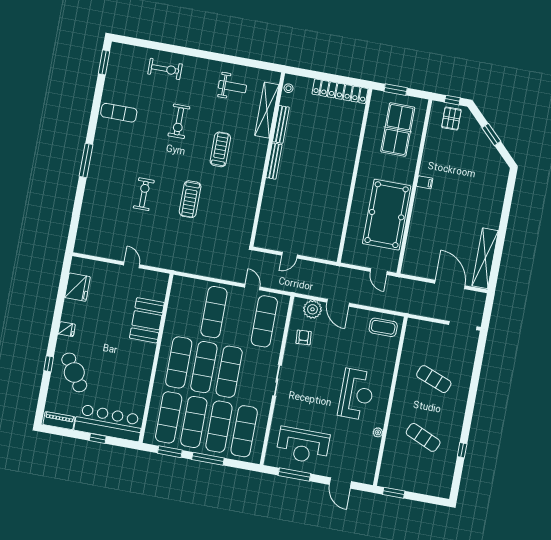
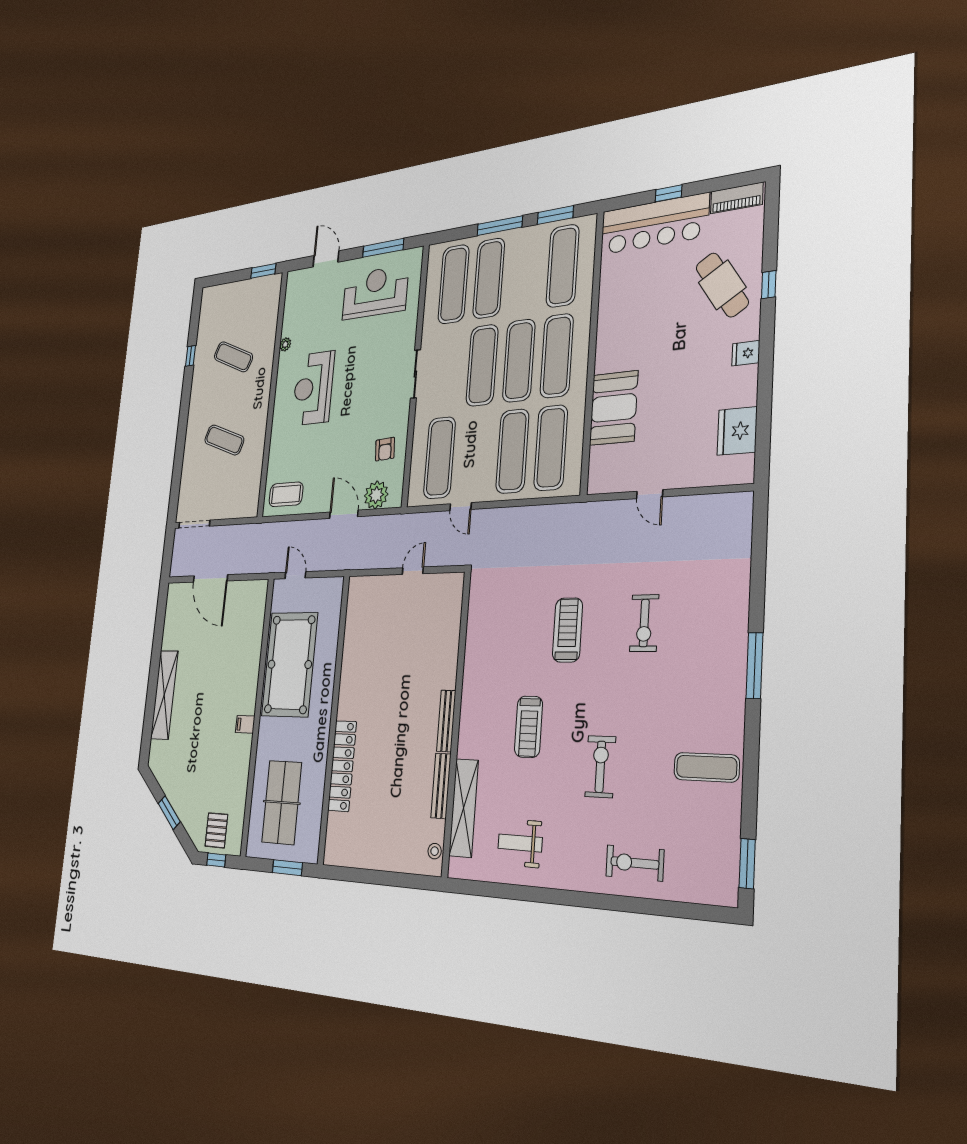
locker: (340, 91) -> (342, 766), moved, turned 90
shelving: (485, 258) -> (164, 695), moved
exercise mat: (194, 422) -> (551, 448), moved

